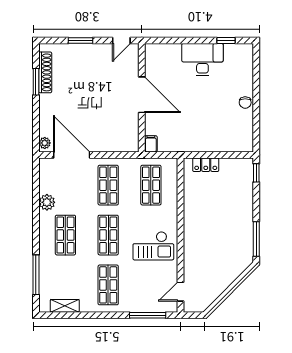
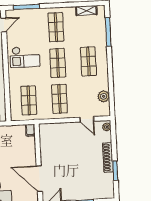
shoe rack: (45, 72) -> (108, 157), moved
door: (142, 95) -> (39, 179), moved
door: (72, 155) -> (87, 119), width x0.53
plant: (47, 202) -> (104, 96), moved
checkout: (153, 246) -> (25, 57), turned 180

